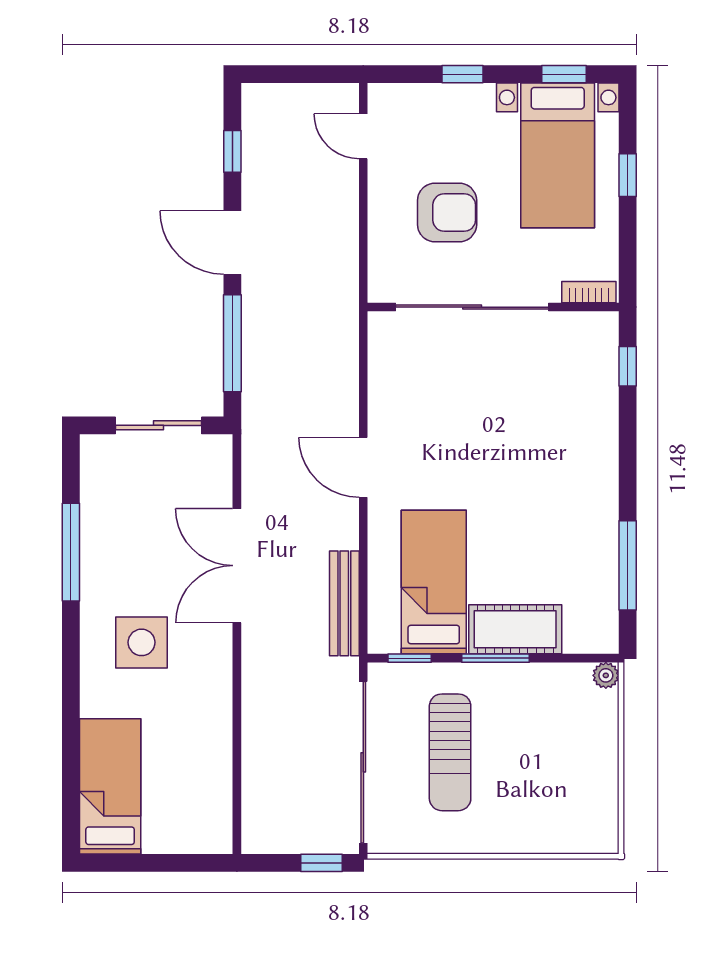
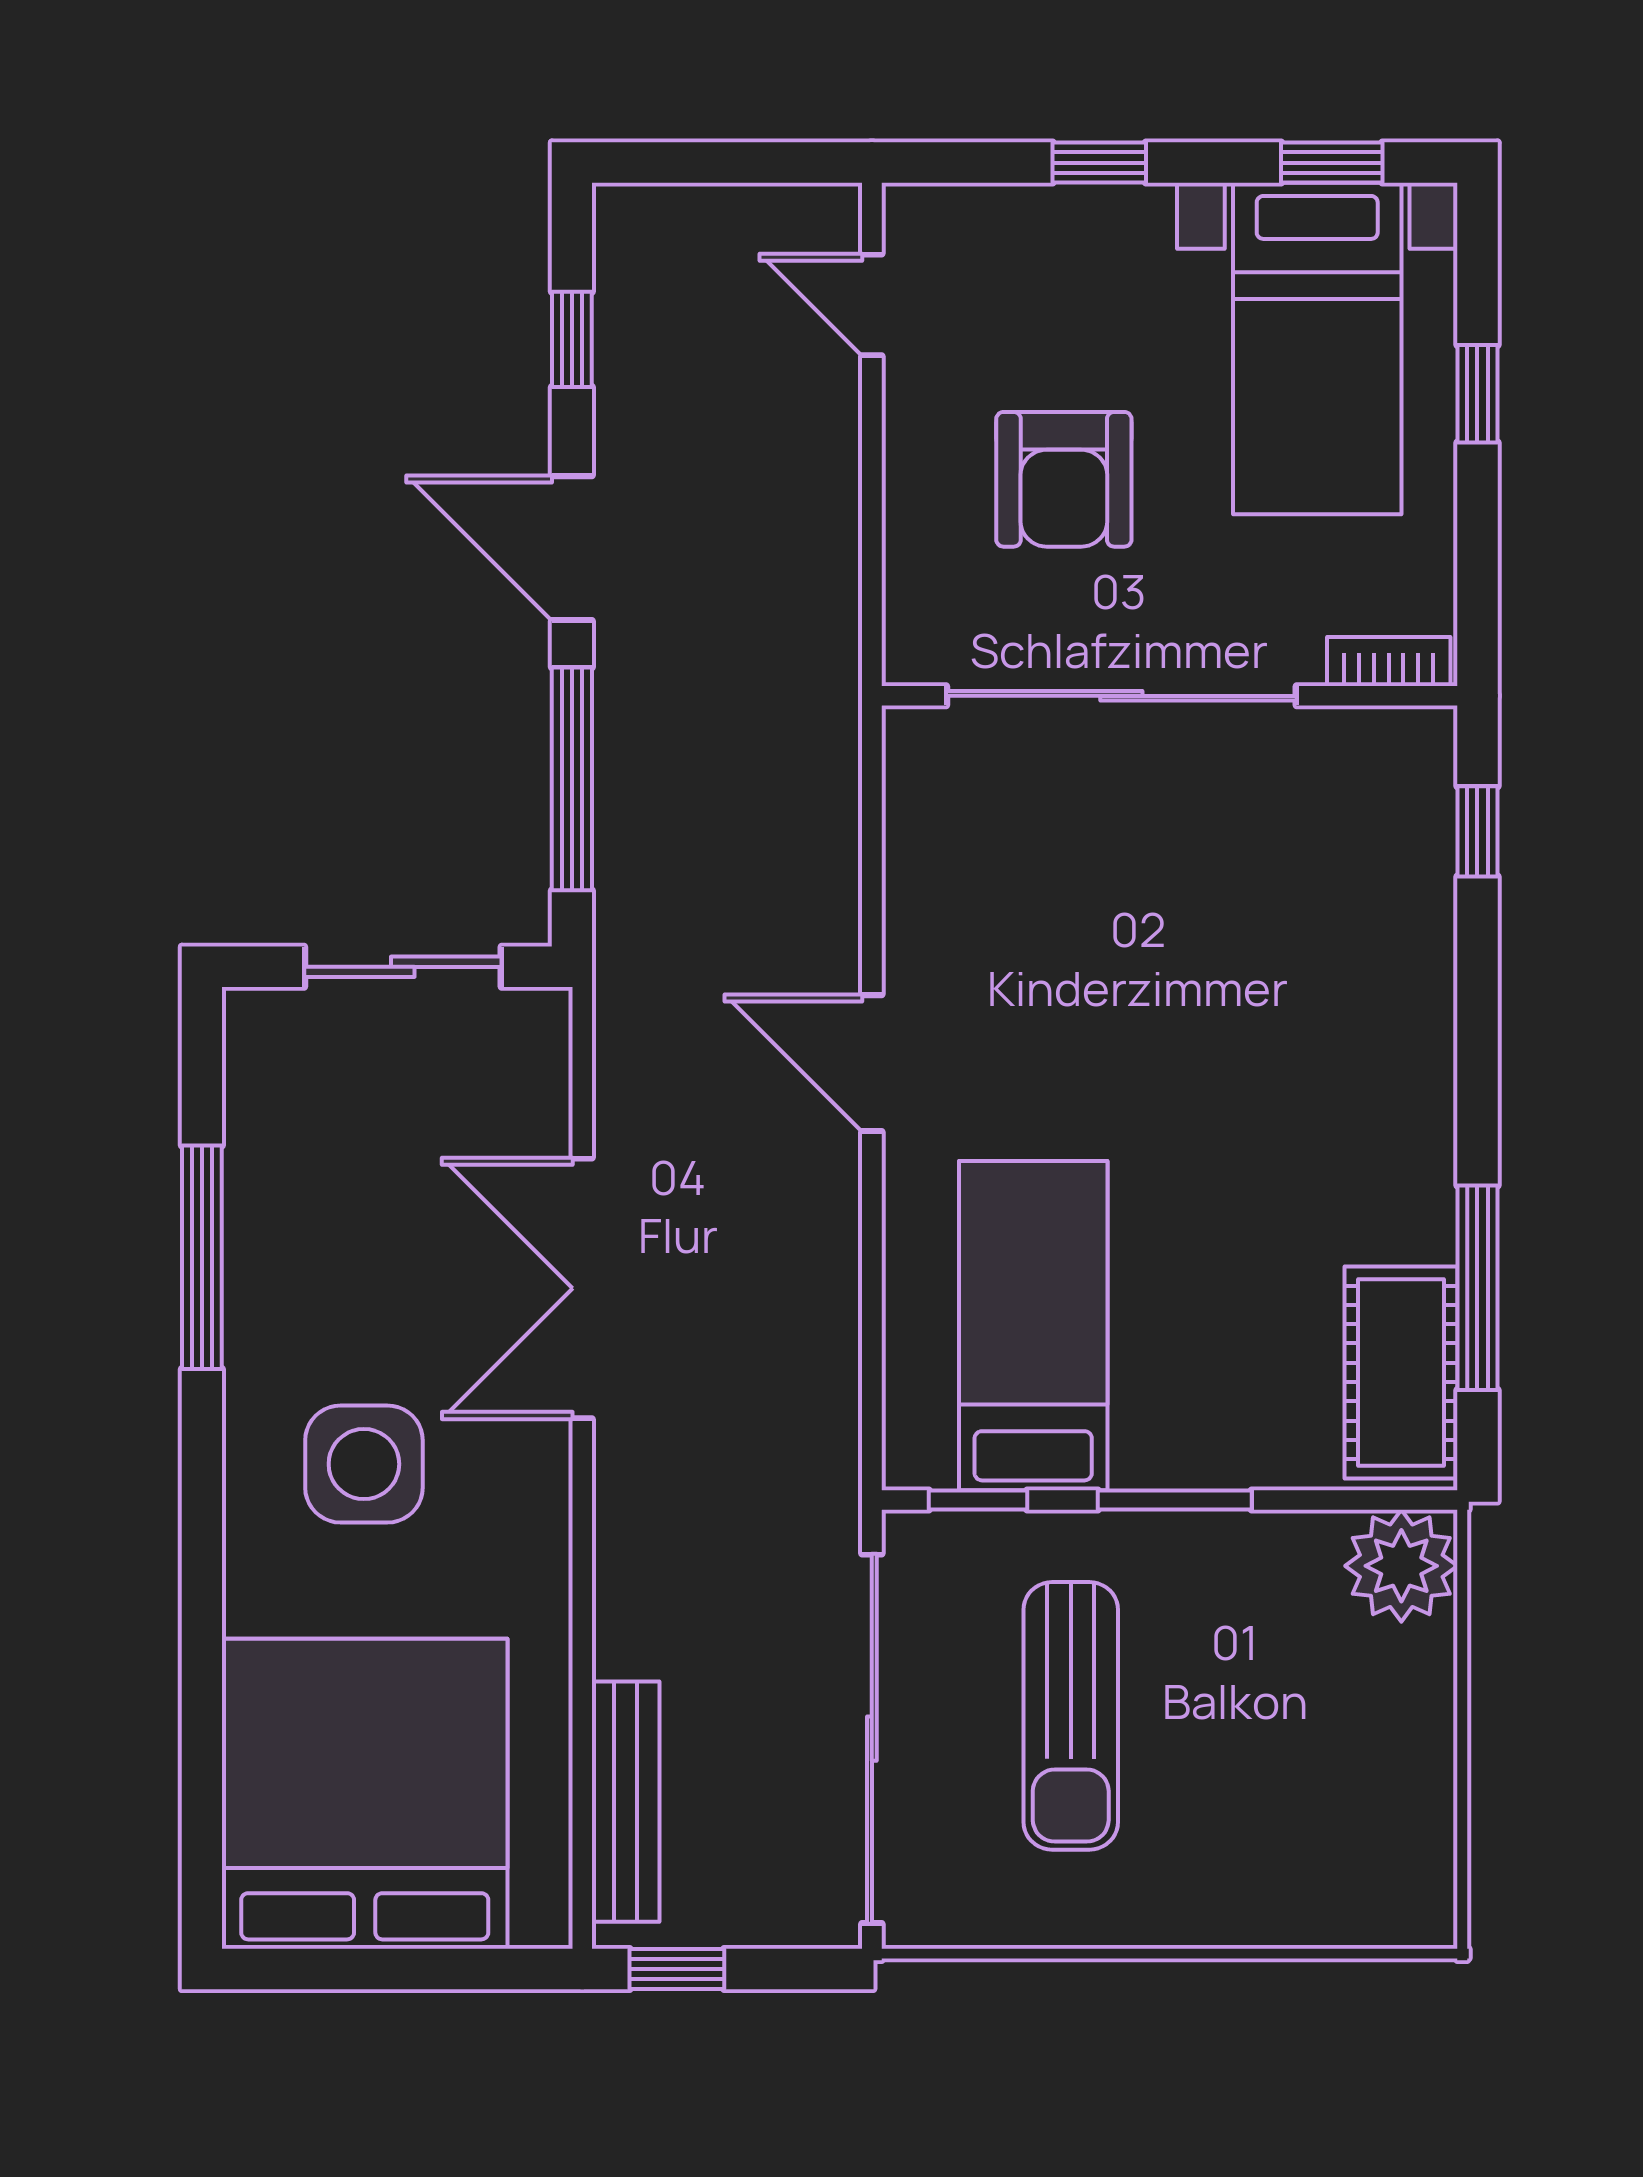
armchair: (447, 213) -> (1064, 479), turned 90
bench: (344, 603) -> (626, 1802), moved
cot: (515, 629) -> (1401, 1372), moved, turned 90
plant: (606, 675) -> (1401, 1566), width x1.88, depth x1.88
bed: (110, 786) -> (365, 1794), width x2.04
window: (322, 863) -> (677, 1969), moved

